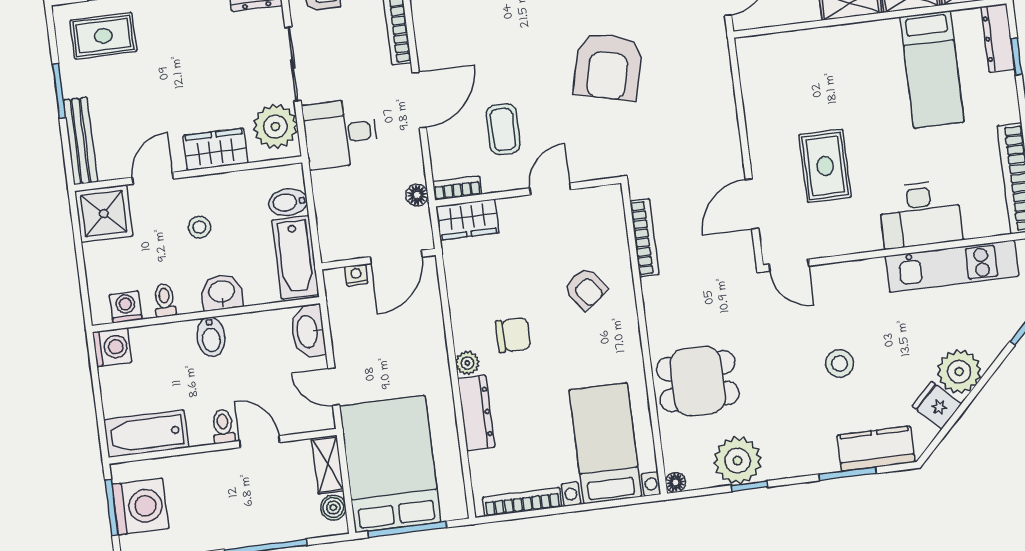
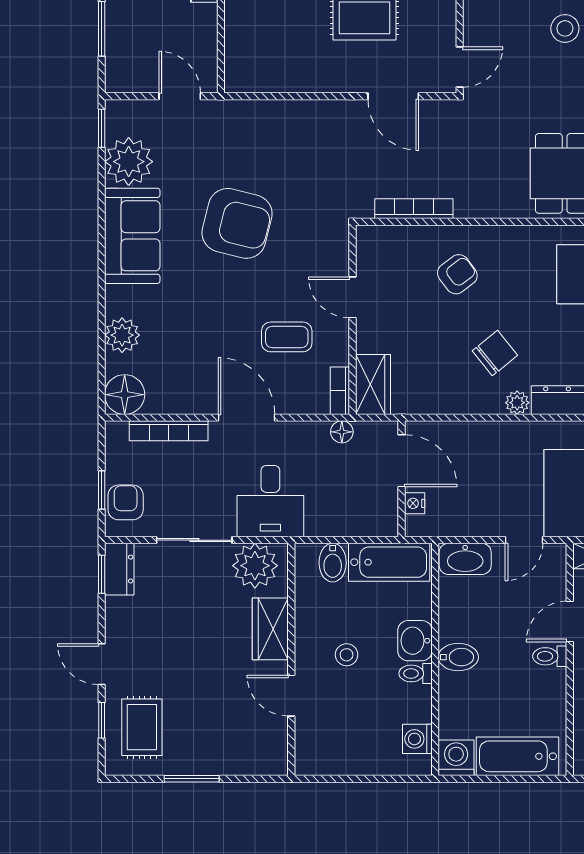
bench: (80, 141) -> (245, 763), removed
shower: (104, 214) -> (321, 749), removed
toilet: (165, 300) -> (416, 673), moved
chair: (513, 335) -> (495, 353), turned 51
bathtub: (146, 434) -> (518, 756), moved, turned 90

